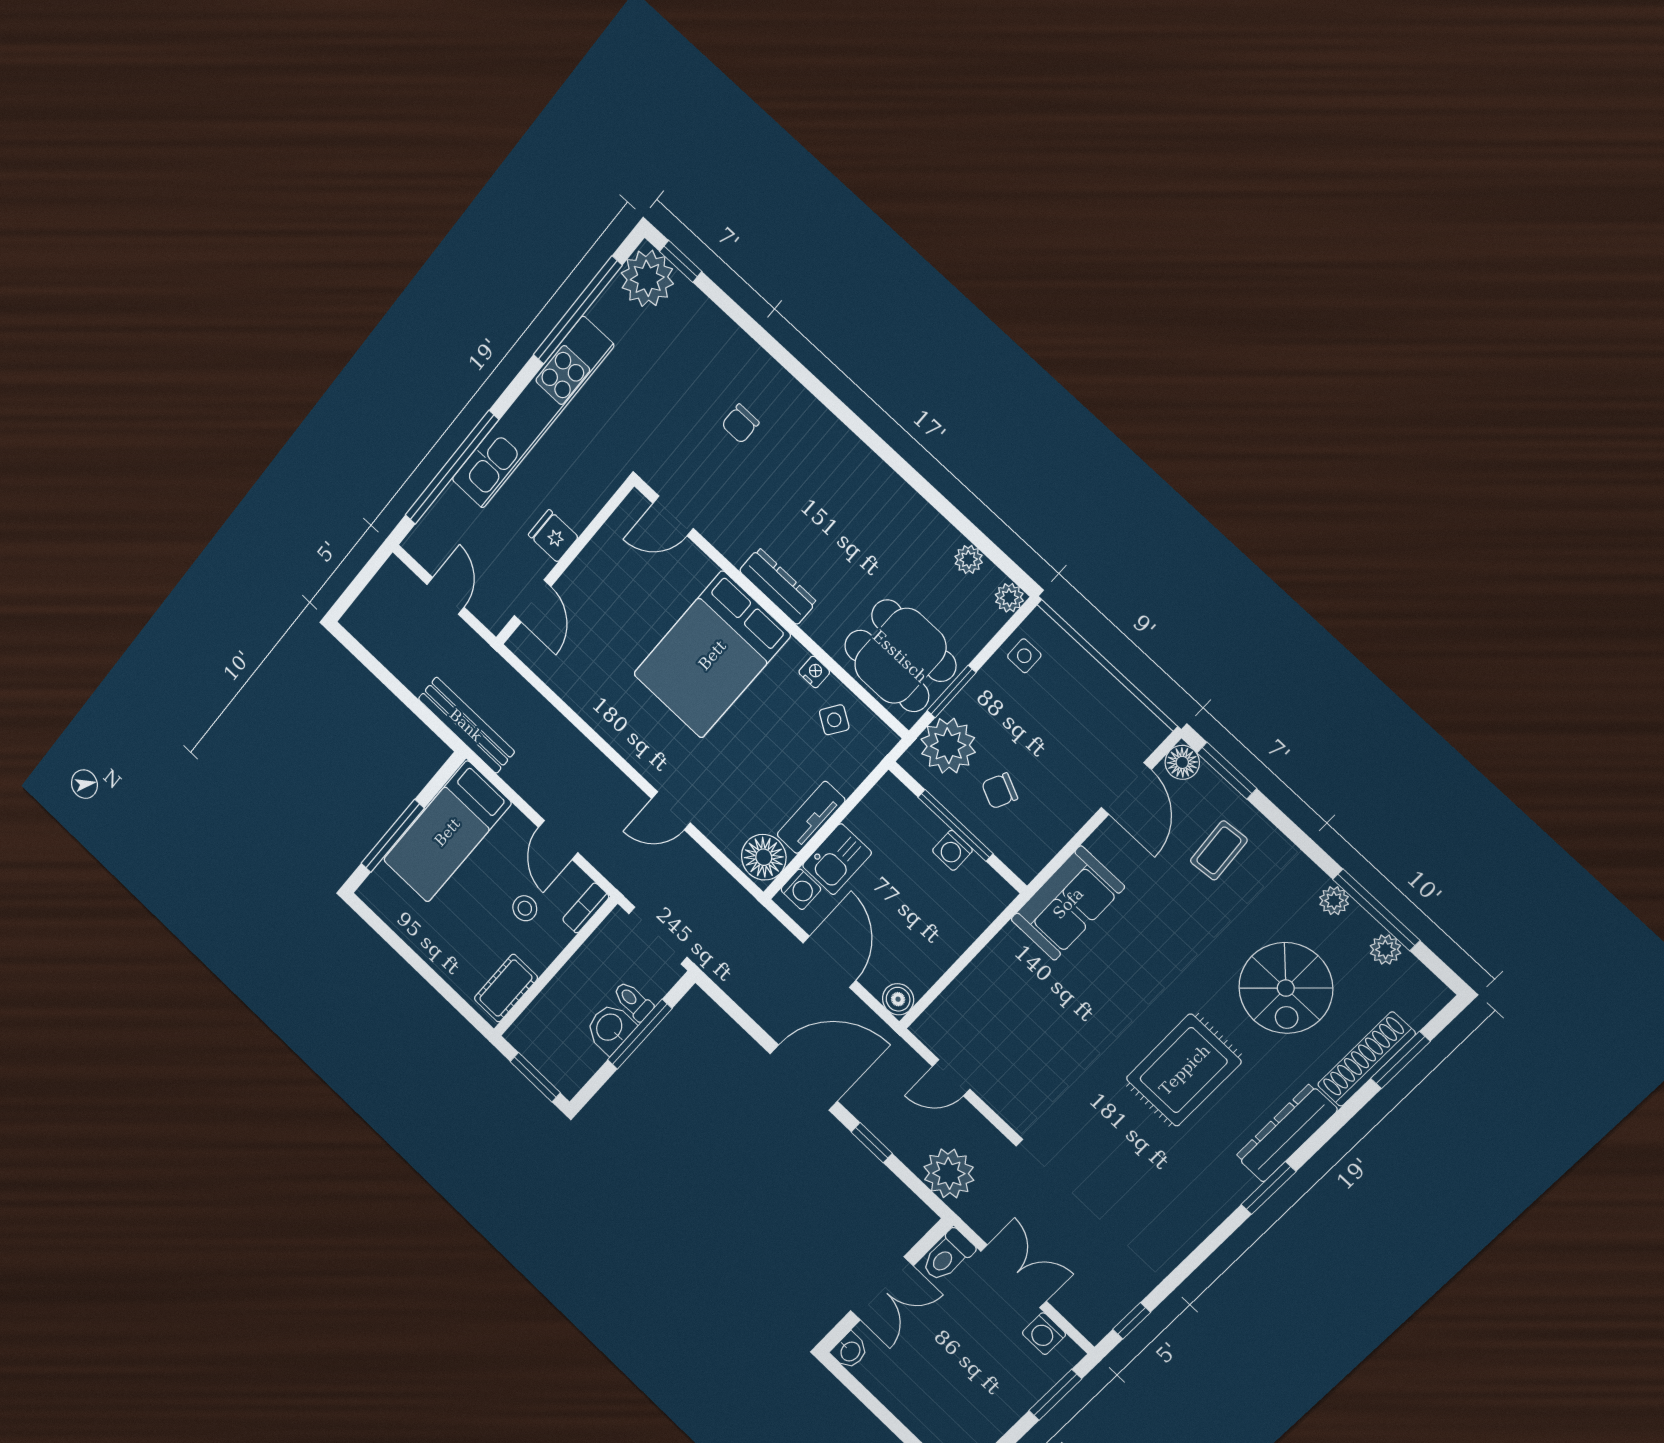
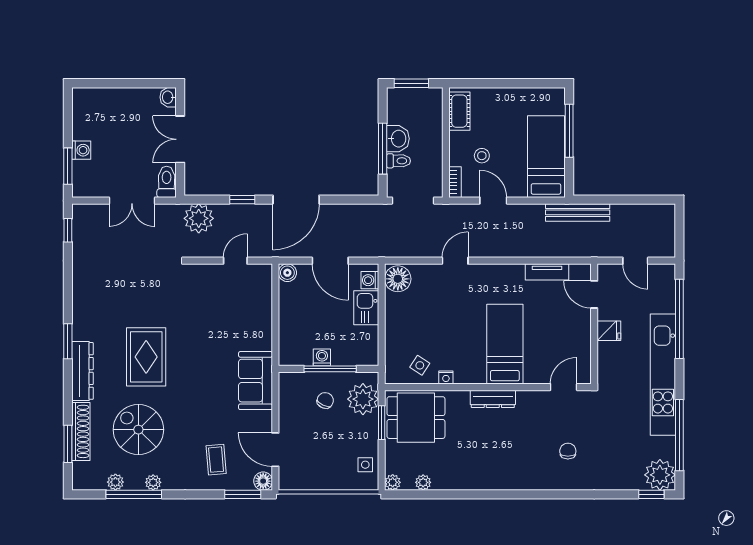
bed: (712, 655) -> (505, 344), width x0.67
tv unit: (811, 817) -> (547, 272), moved, turned 90
washing machine: (1044, 1334) -> (81, 150), moved, turned 90

